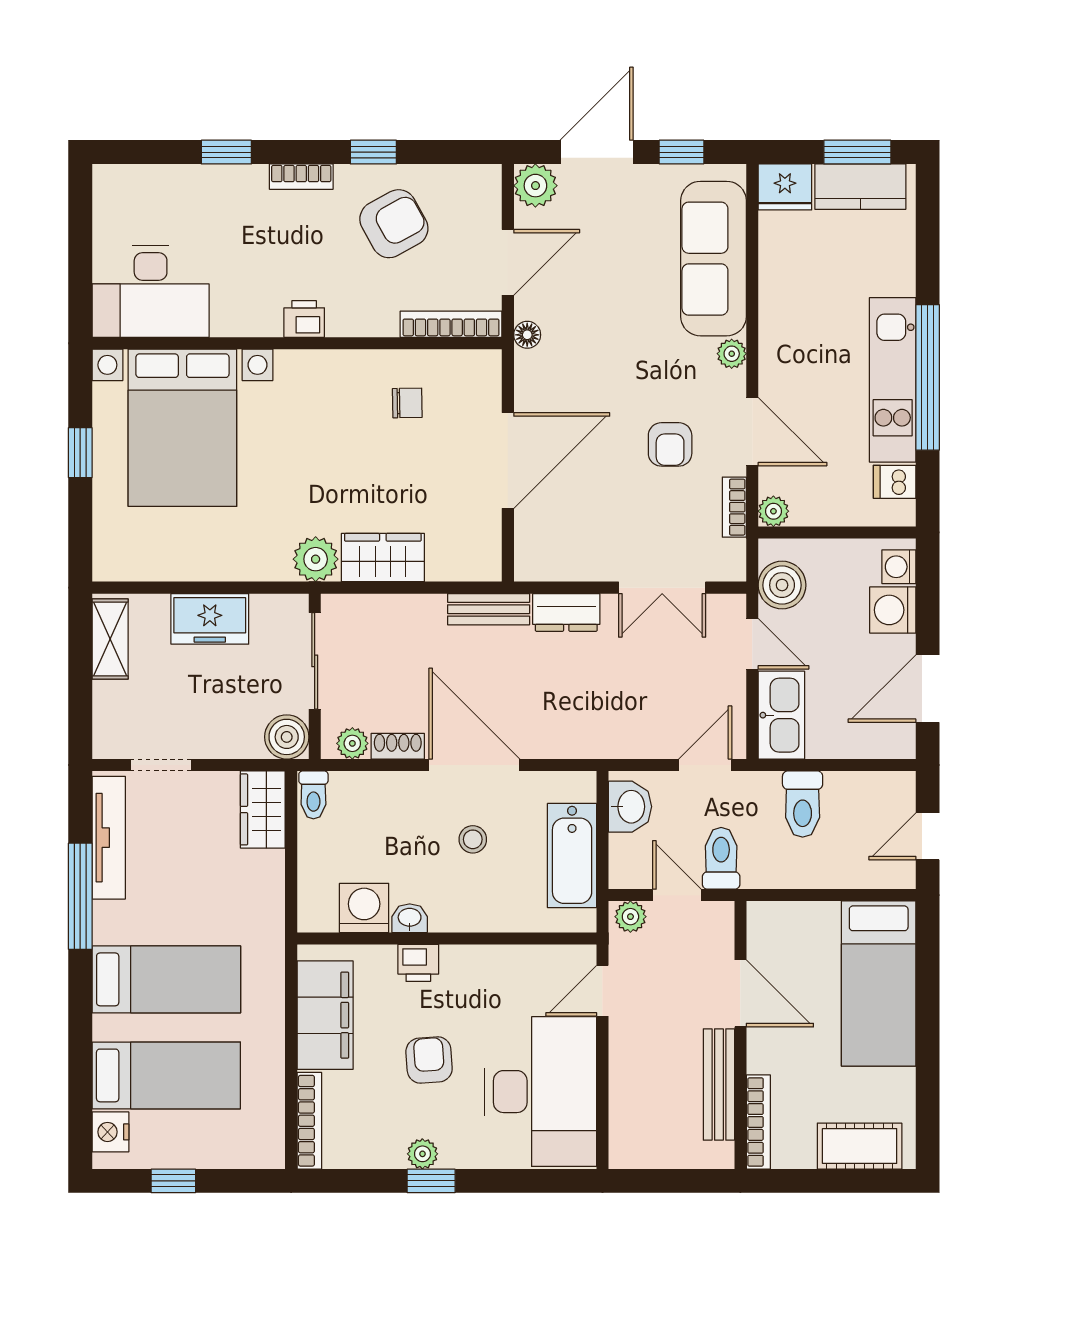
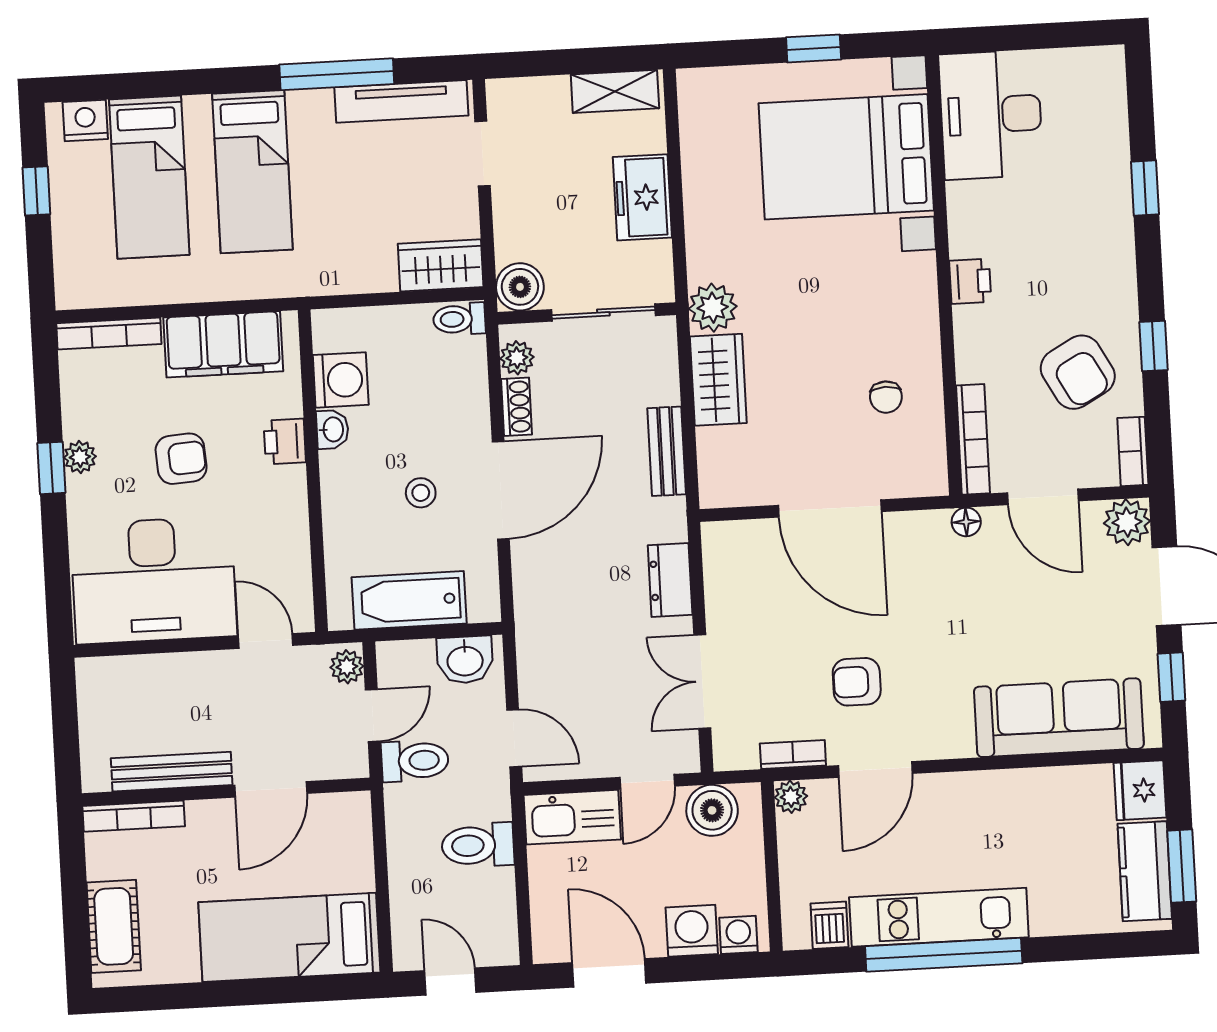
bookcase: (301, 177) -> (1133, 451), moved
plant: (732, 354) -> (958, 743), removed
bench: (489, 609) -> (667, 451), moved

